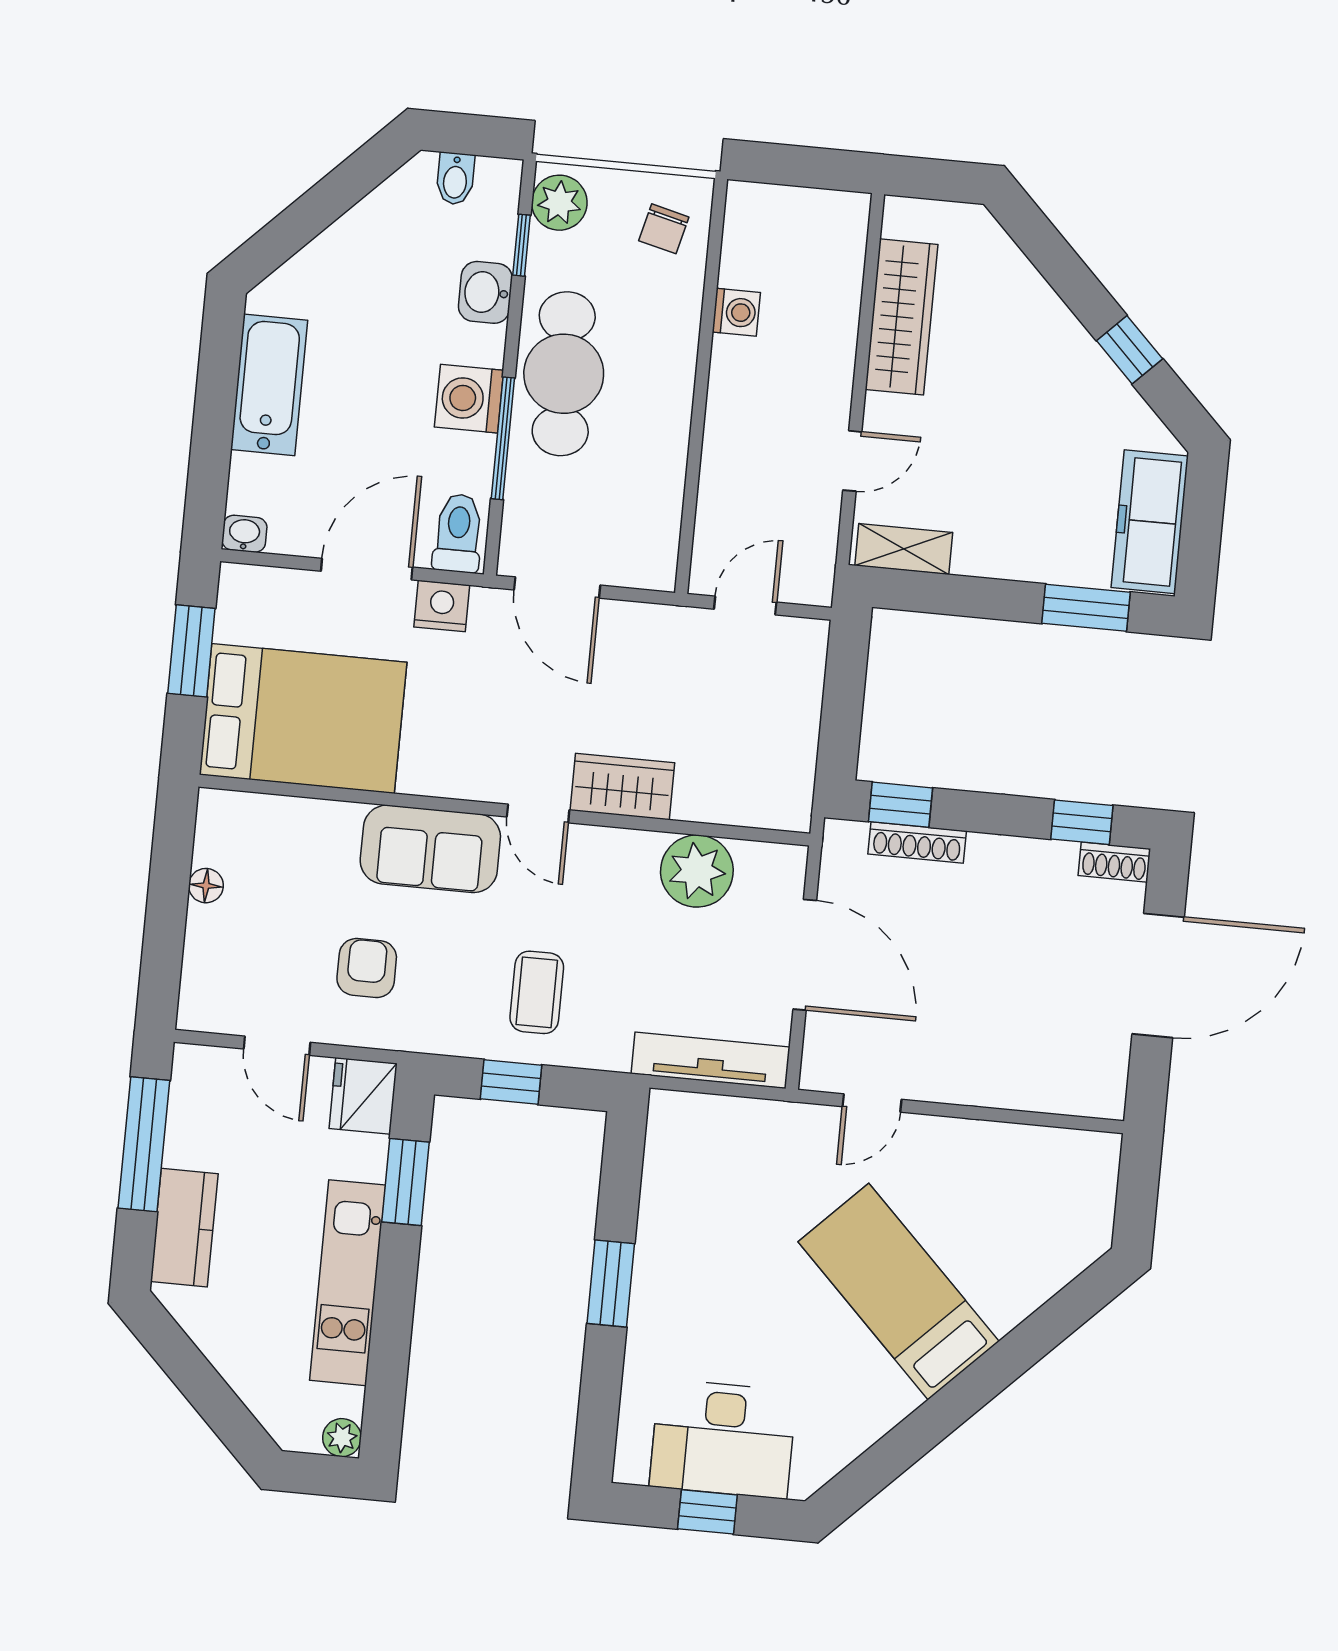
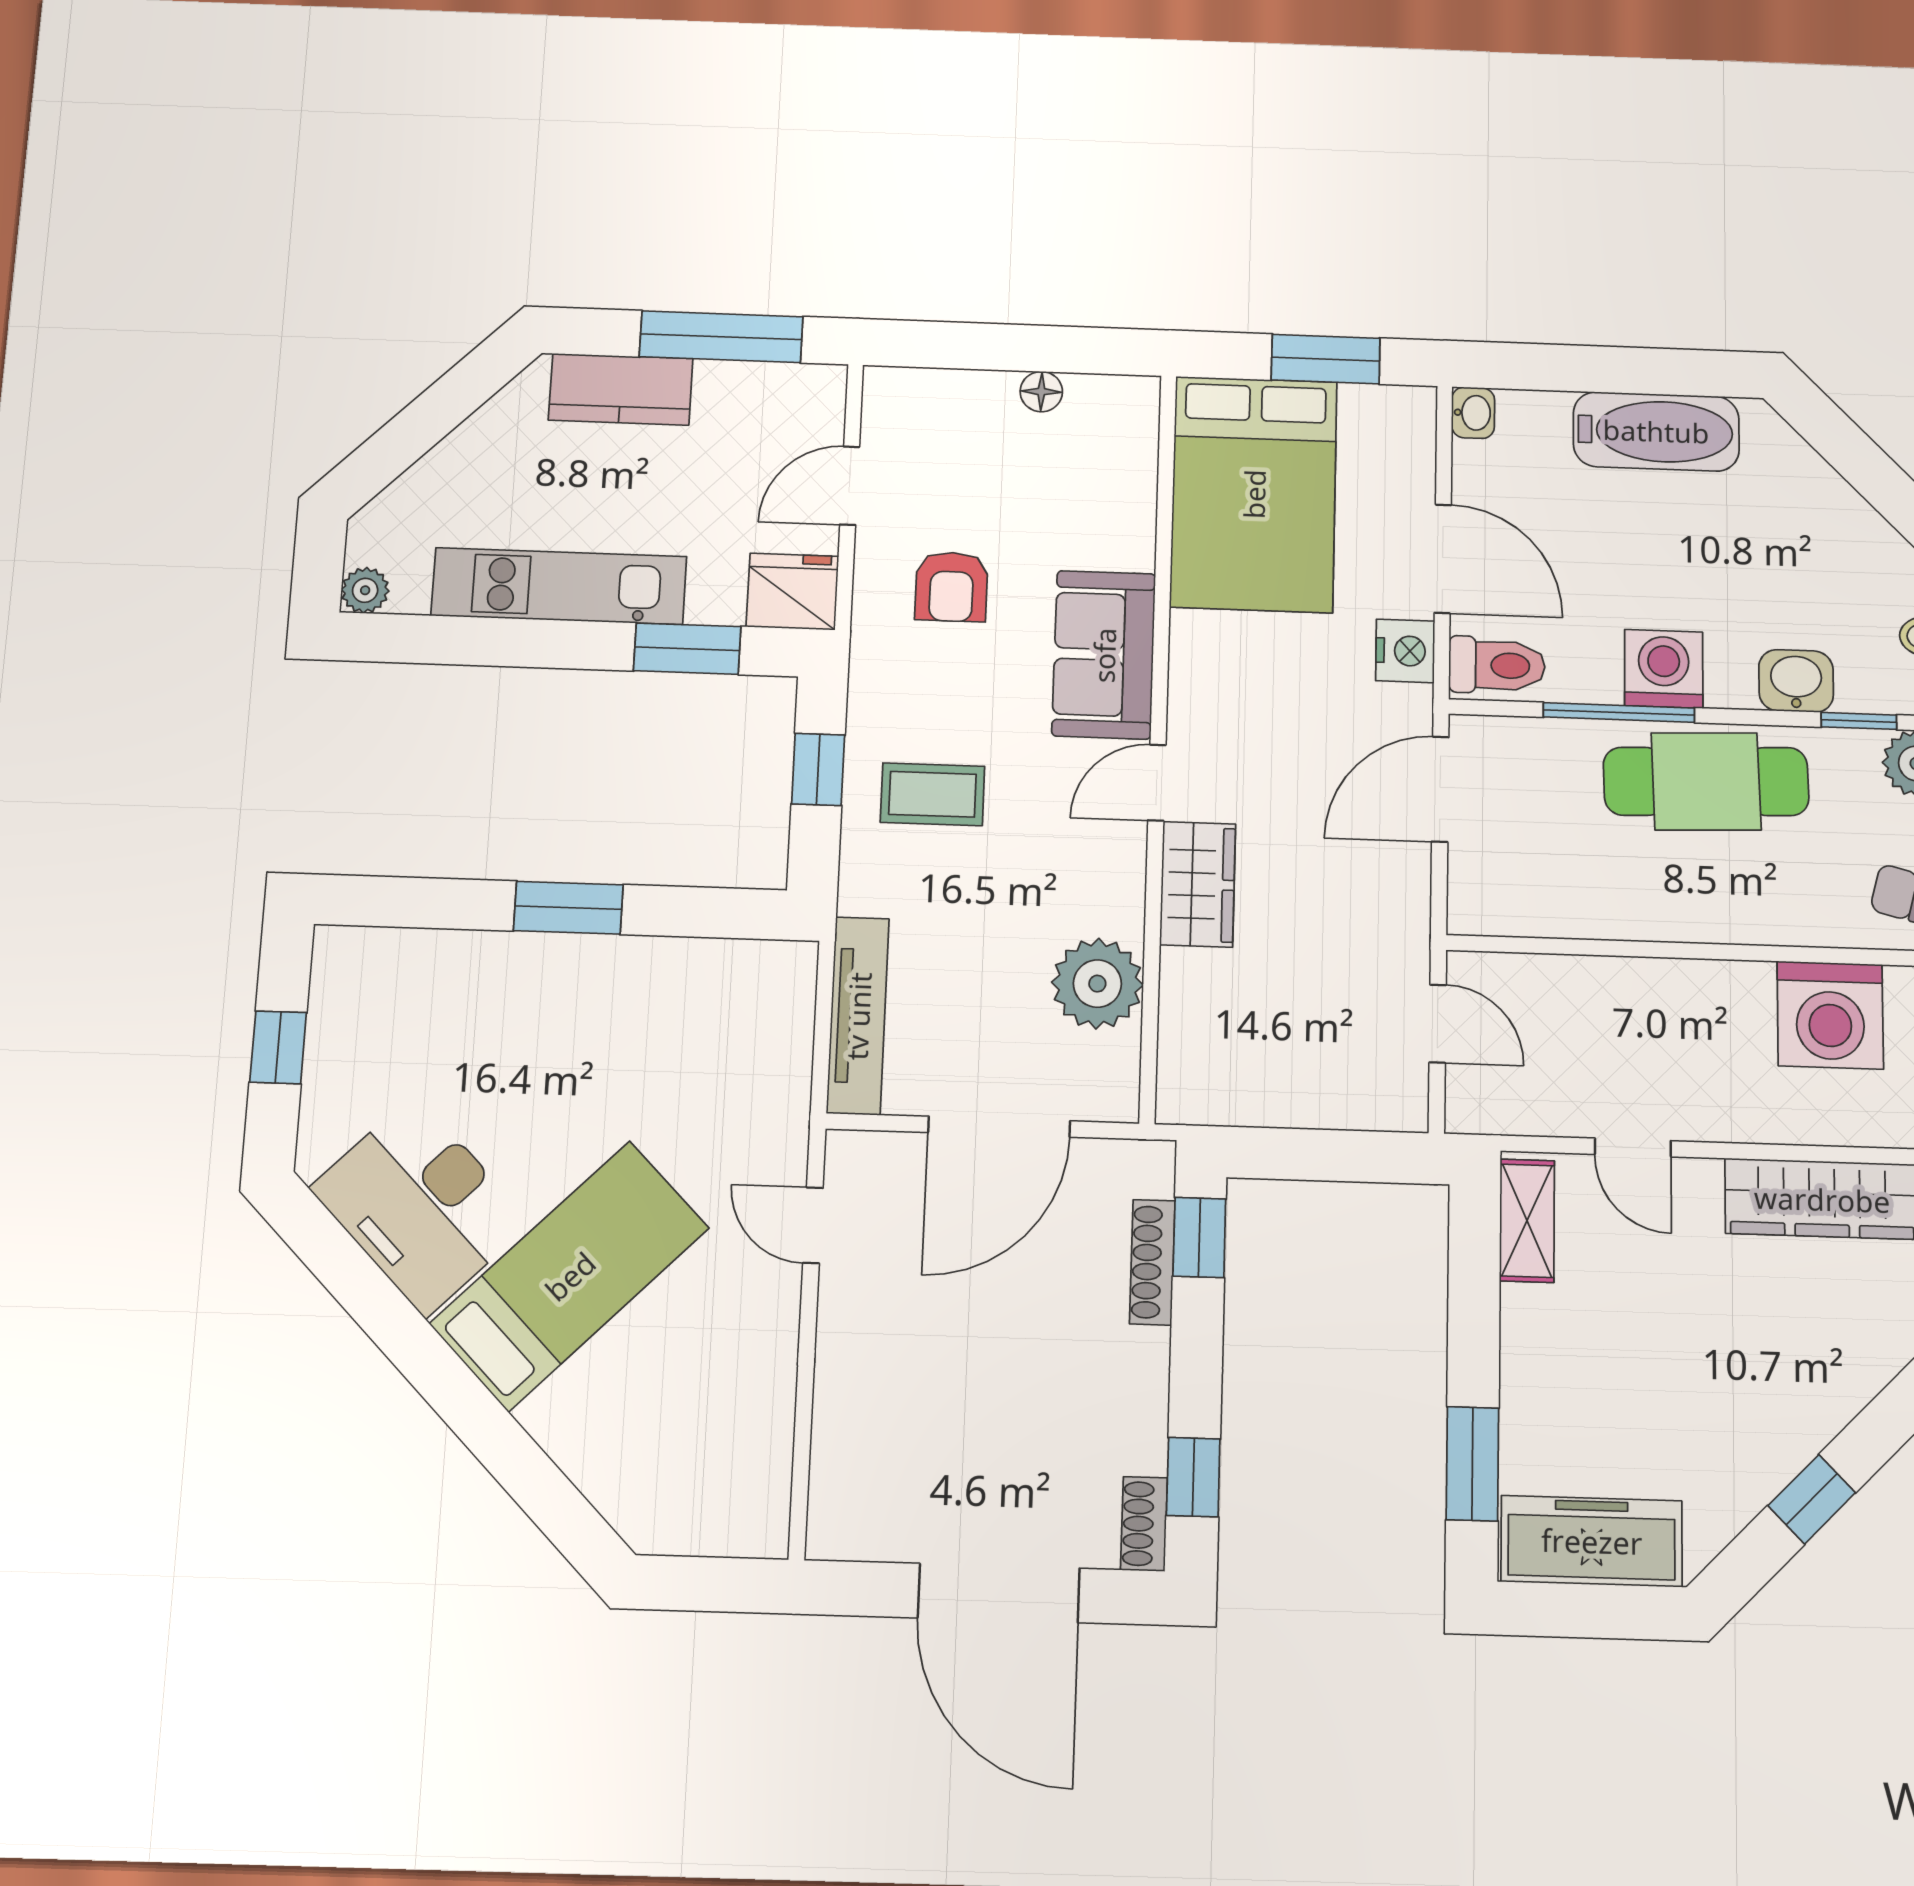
washing machine: (736, 312) -> (1830, 1015), width x1.89, depth x1.89
armchair: (367, 968) -> (951, 587), turned 90
desk: (723, 1439) -> (420, 1205), moved, turned -45

